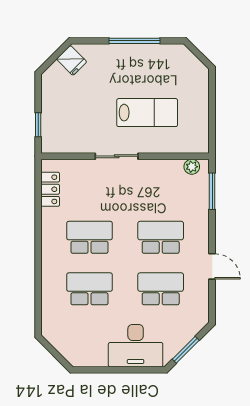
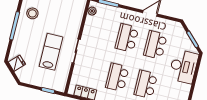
stool: (163, 66) -> (32, 13), added
lab bench: (147, 113) -> (51, 52), moved

